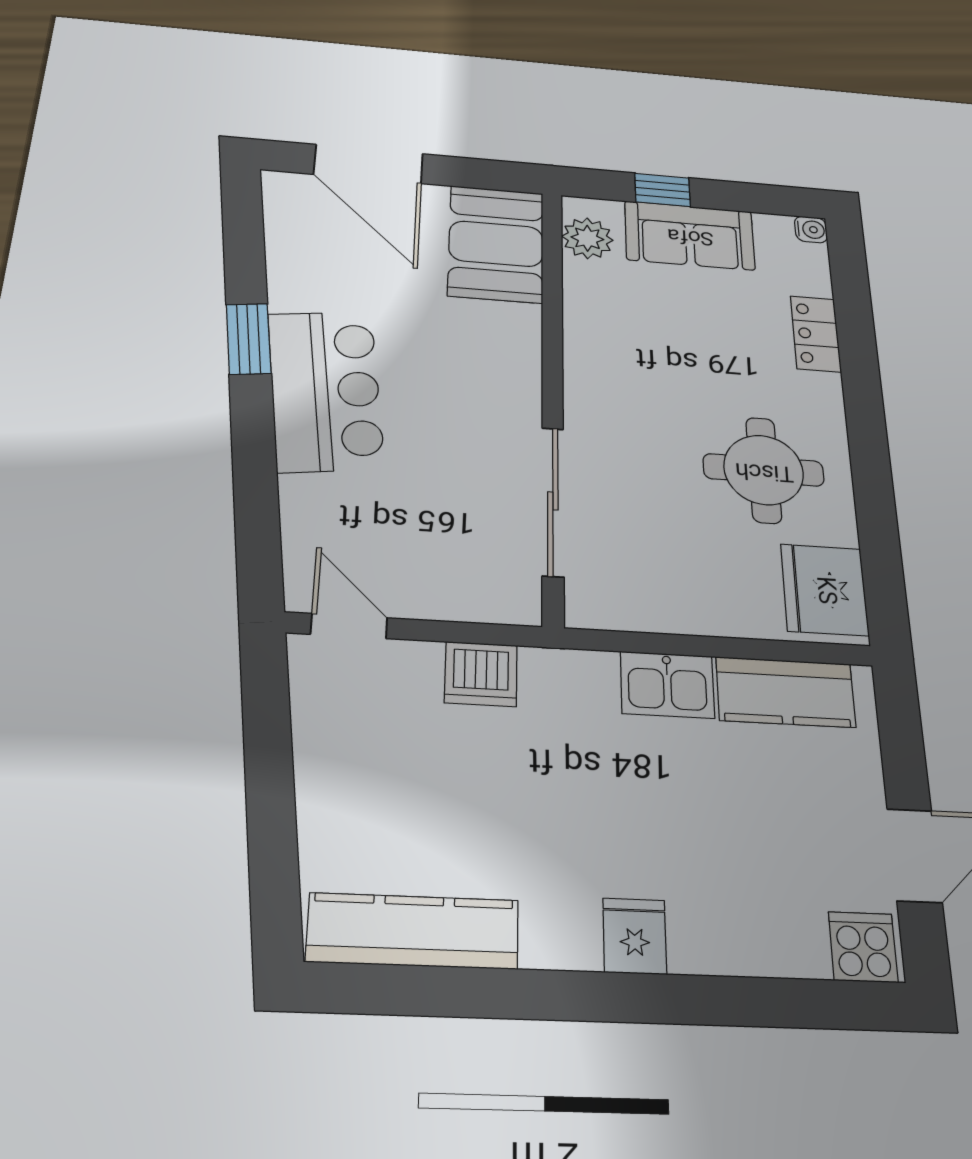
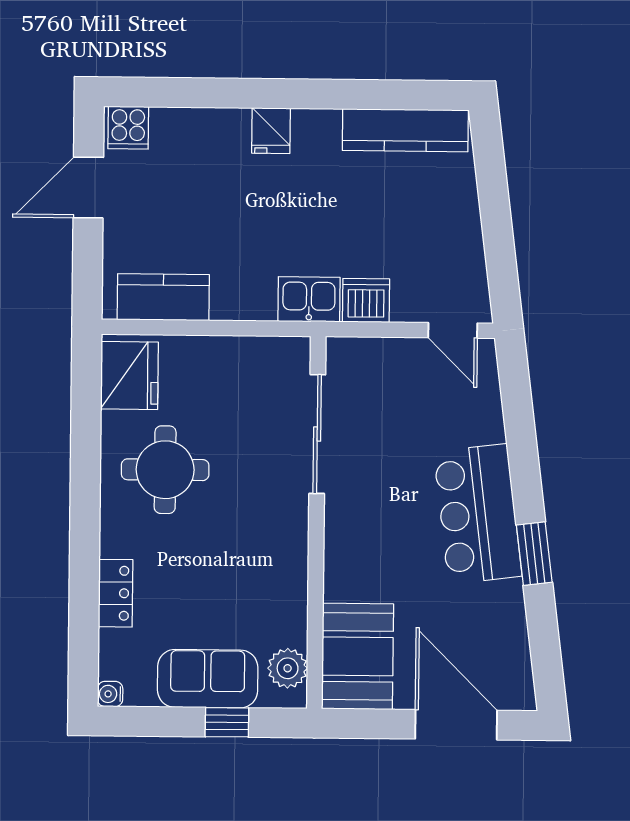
kitchen sink: (667, 685) -> (309, 299), moved

